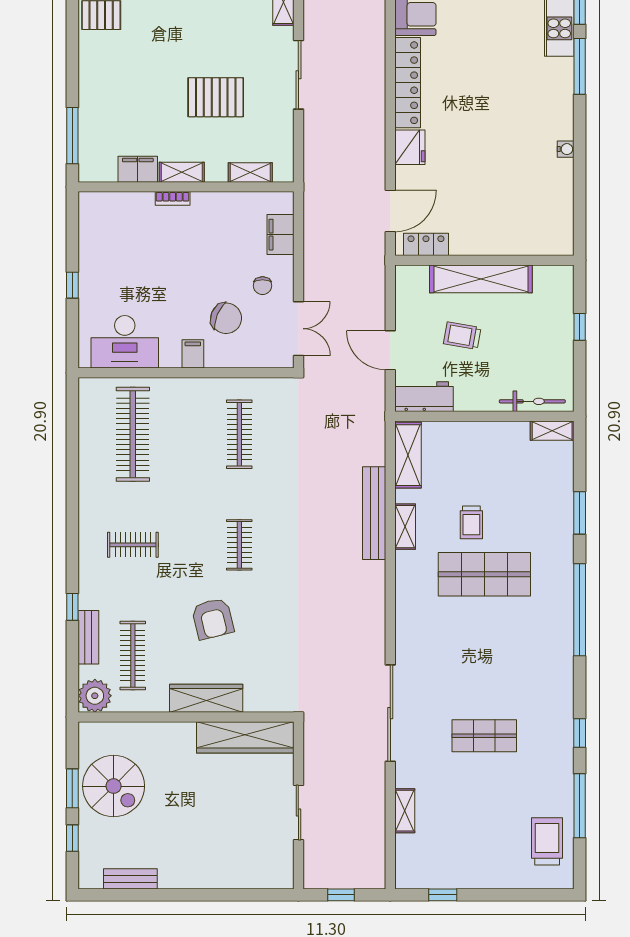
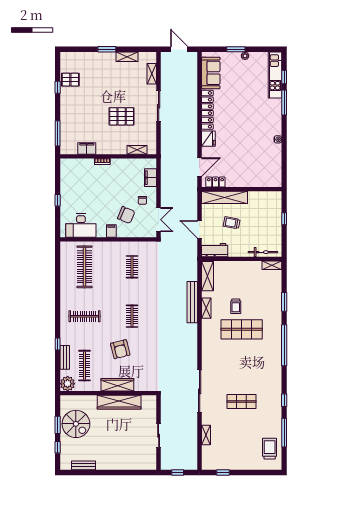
window: (72, 32) -> (58, 87), added
shelving: (182, 172) -> (106, 150), removed
shelving: (481, 279) -> (224, 197), moved
clothes rail: (239, 434) -> (132, 267), width x0.73
clothes rail: (133, 545) -> (85, 316), width x1.36
wardrobe: (245, 737) -> (119, 402), moved

